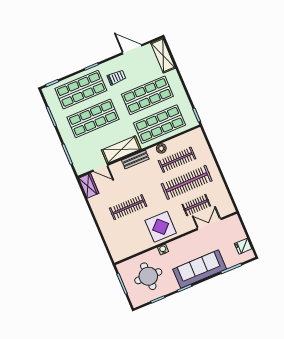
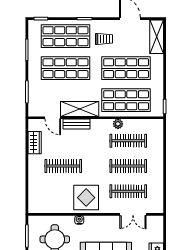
bench: (135, 160) -> (76, 124), moved
clothes rail: (187, 182) -> (128, 166), width x0.73, depth x0.76
wardrobe: (89, 186) -> (35, 143), moved
clothes rail: (196, 205) -> (128, 191), width x1.36
double door: (209, 224) -> (133, 214), swing flipped

